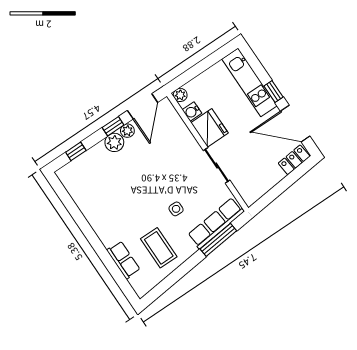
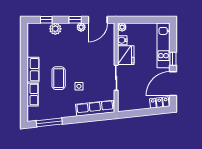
door: (295, 124) -> (173, 84), hinge flipped
plant: (114, 142) -> (55, 29), moved
row of seats: (102, 227) -> (33, 70), added
window: (218, 240) -> (49, 122), moved
coffee table: (159, 248) -> (59, 78), moved

